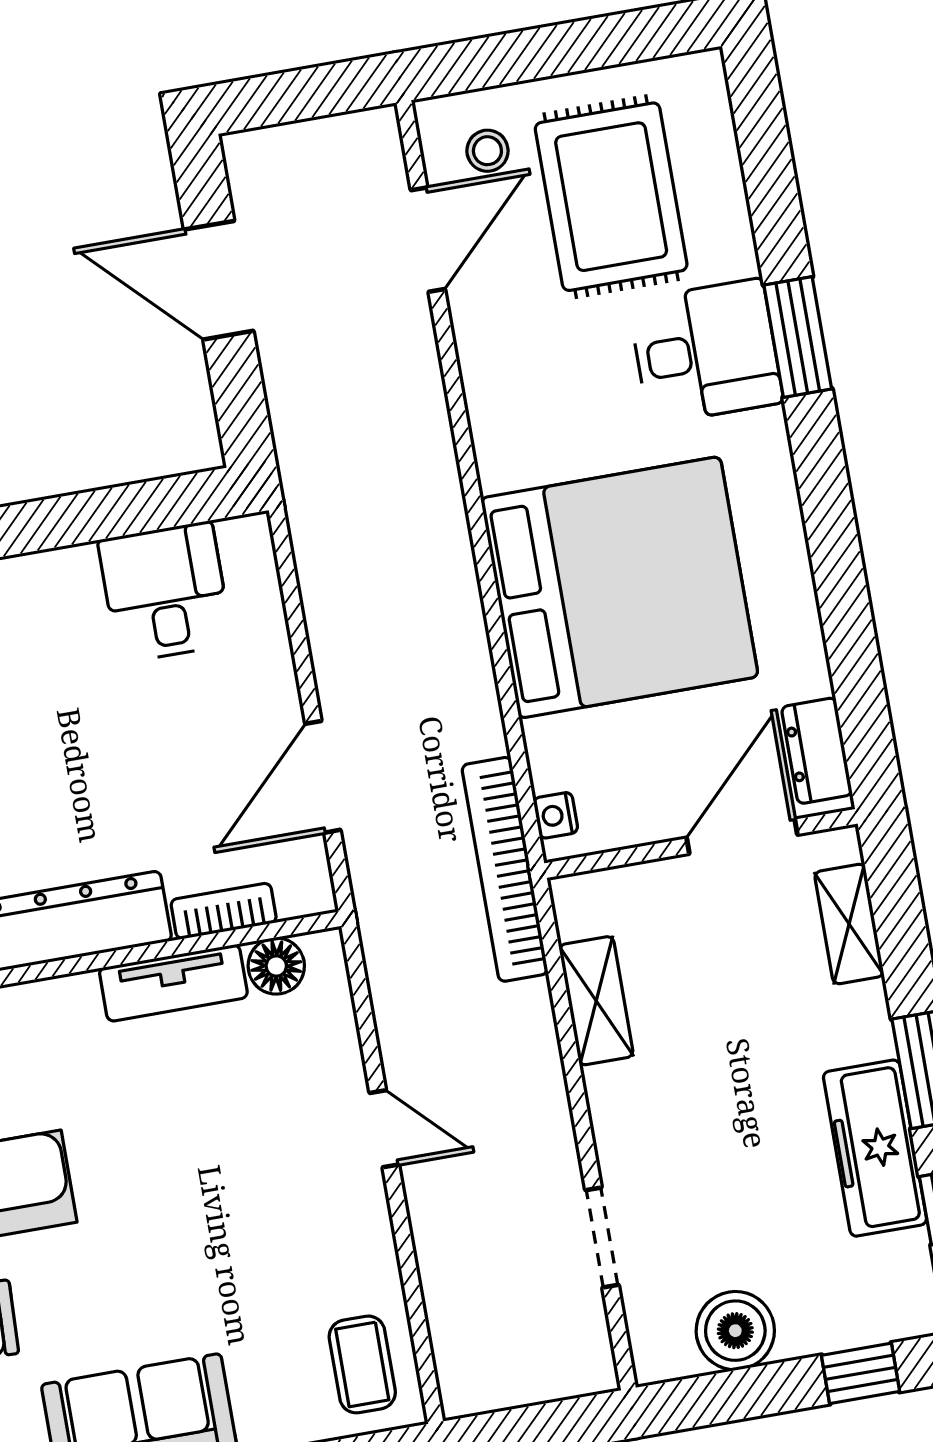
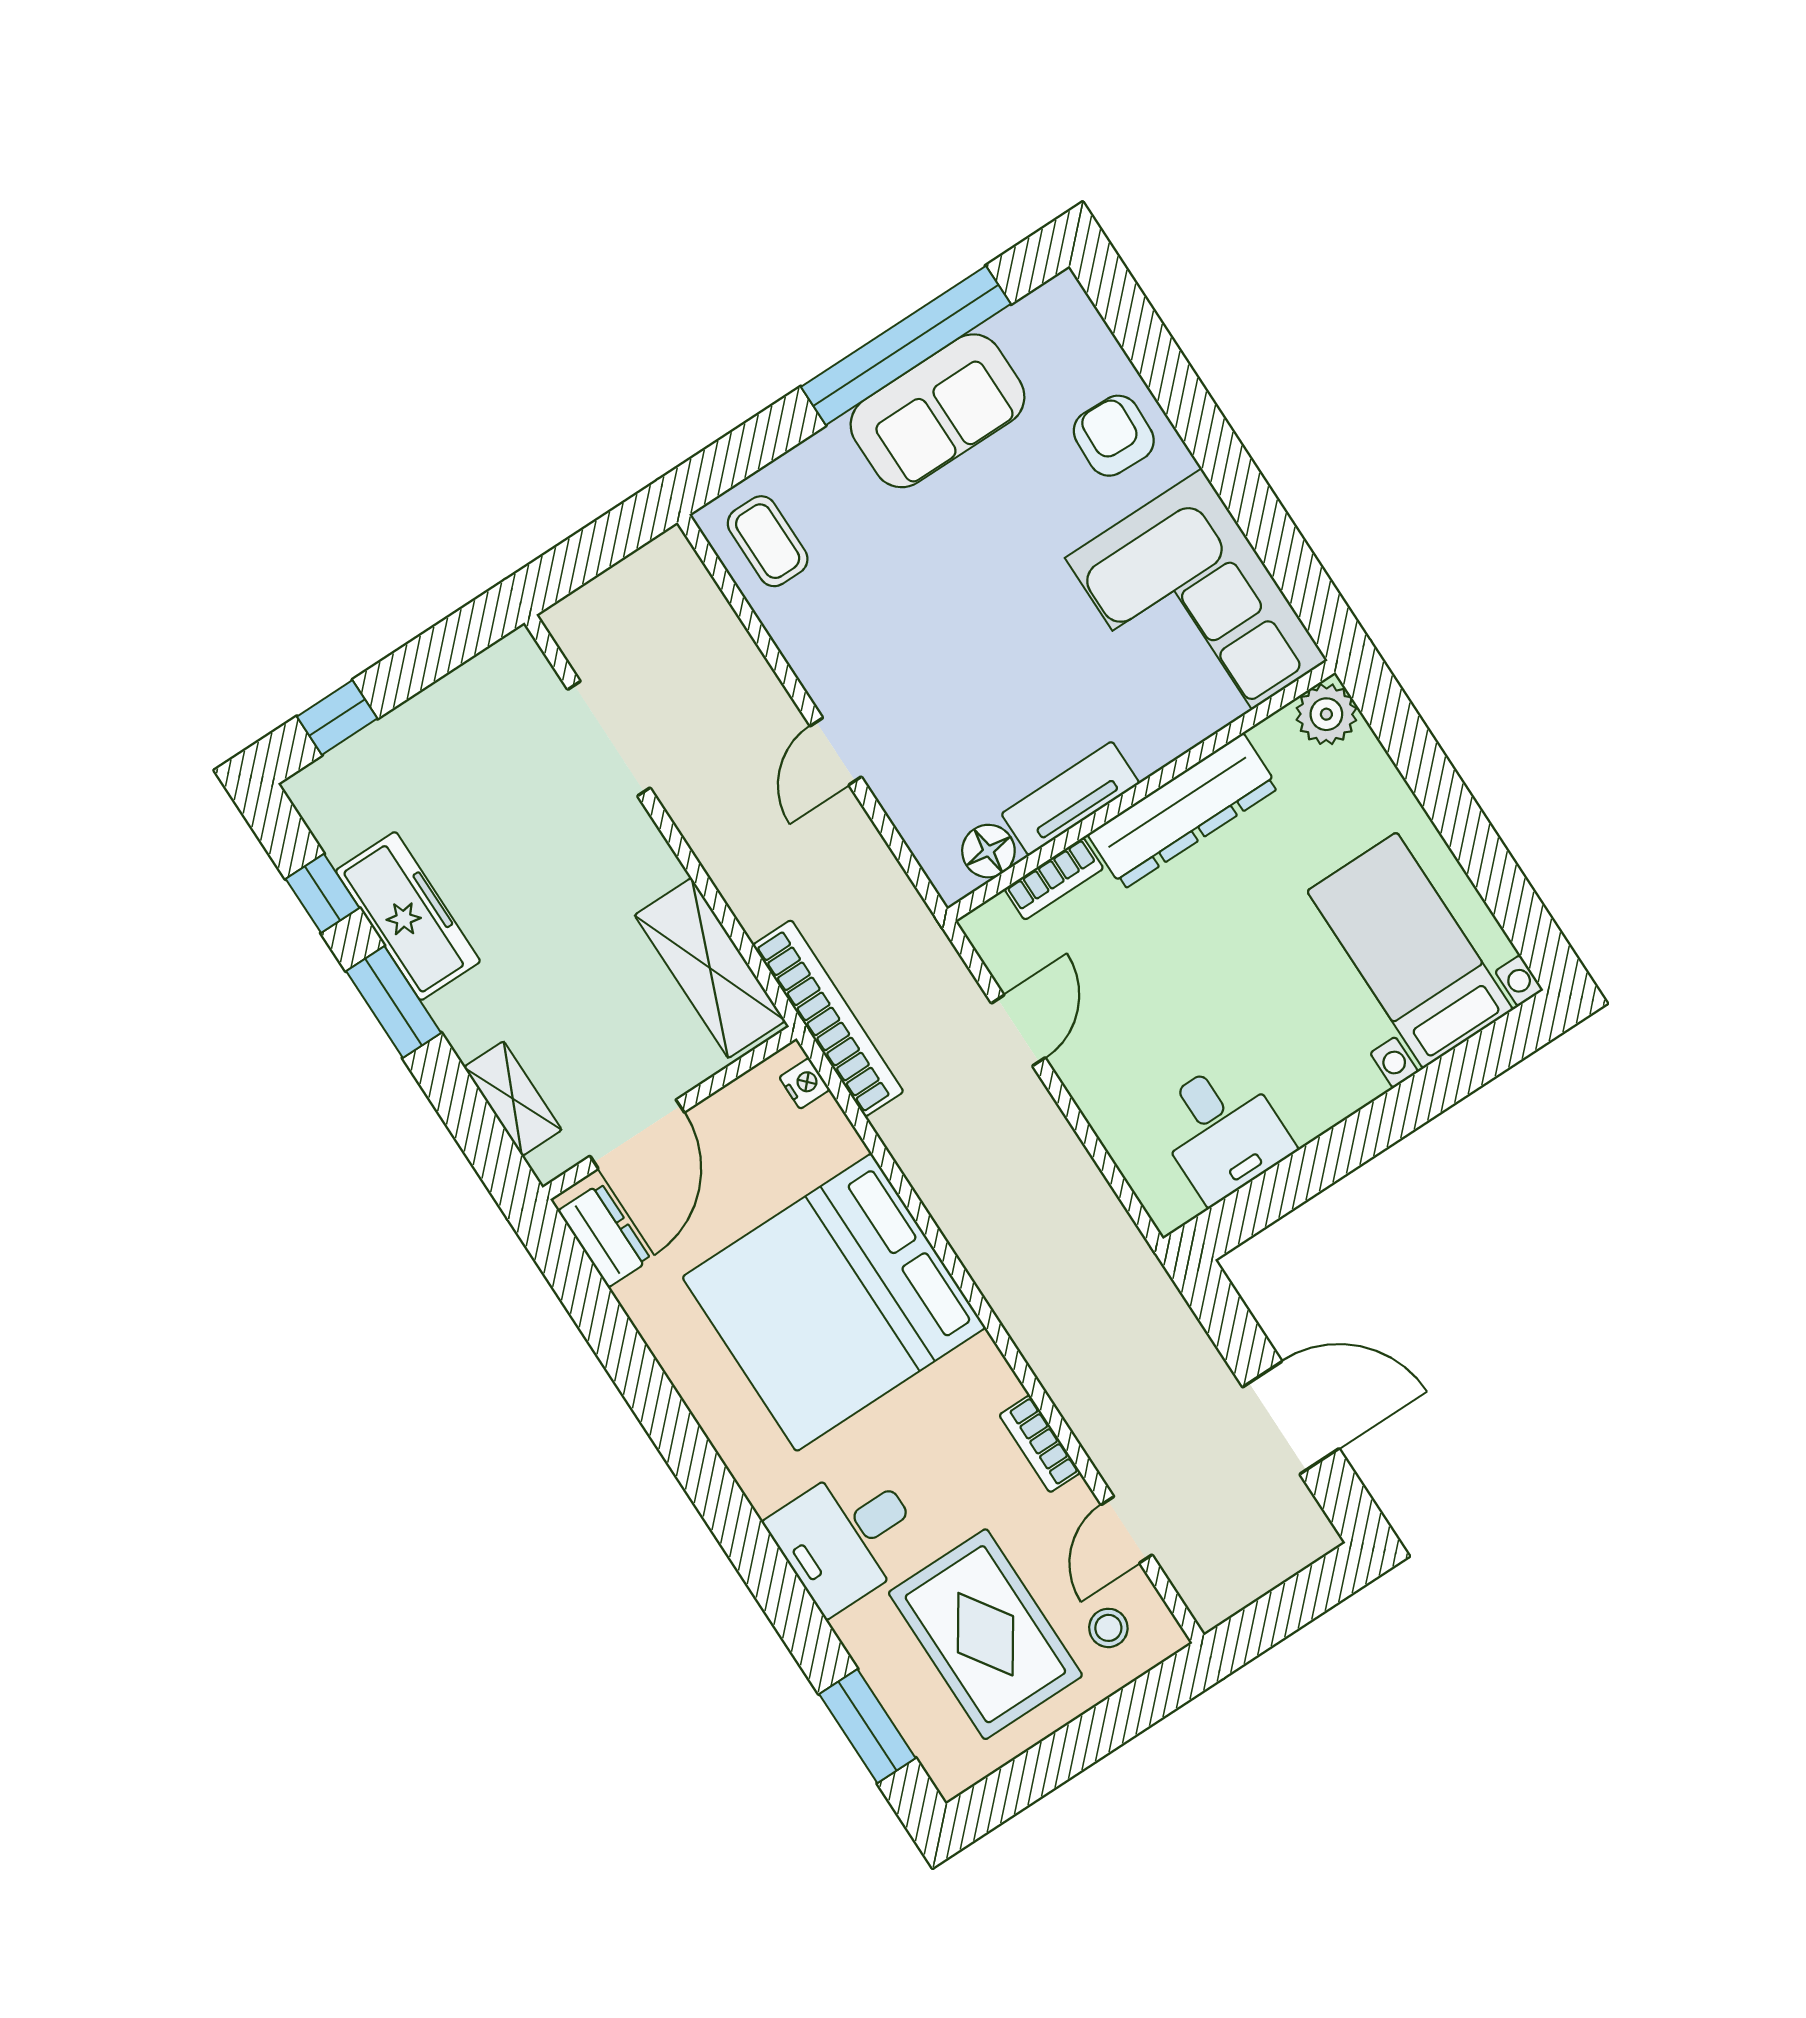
door: (428, 240) -> (1127, 1530), width x0.73
window: (798, 337) -> (867, 1726), moved
bookcase: (477, 361) -> (1040, 1444), added
door: (323, 777) -> (1018, 1030), width x0.73
shelving: (596, 1001) -> (710, 968), width x1.50, depth x1.33
door: (384, 1129) -> (836, 751), hinge flipped
doorway: (602, 1237) -> (609, 739), width x1.38
boiler: (735, 1331) -> (460, 708), removed

